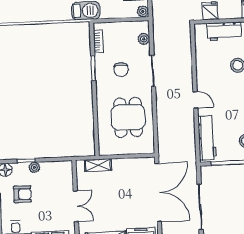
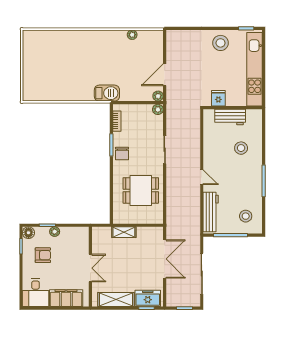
plant: (144, 39) -> (158, 109), moved
chair: (121, 70) -> (122, 153), moved
dining table: (128, 117) -> (141, 190), turned 90
shelving: (98, 165) -> (124, 232), moved
double door: (158, 192) -> (165, 259), width x0.73

